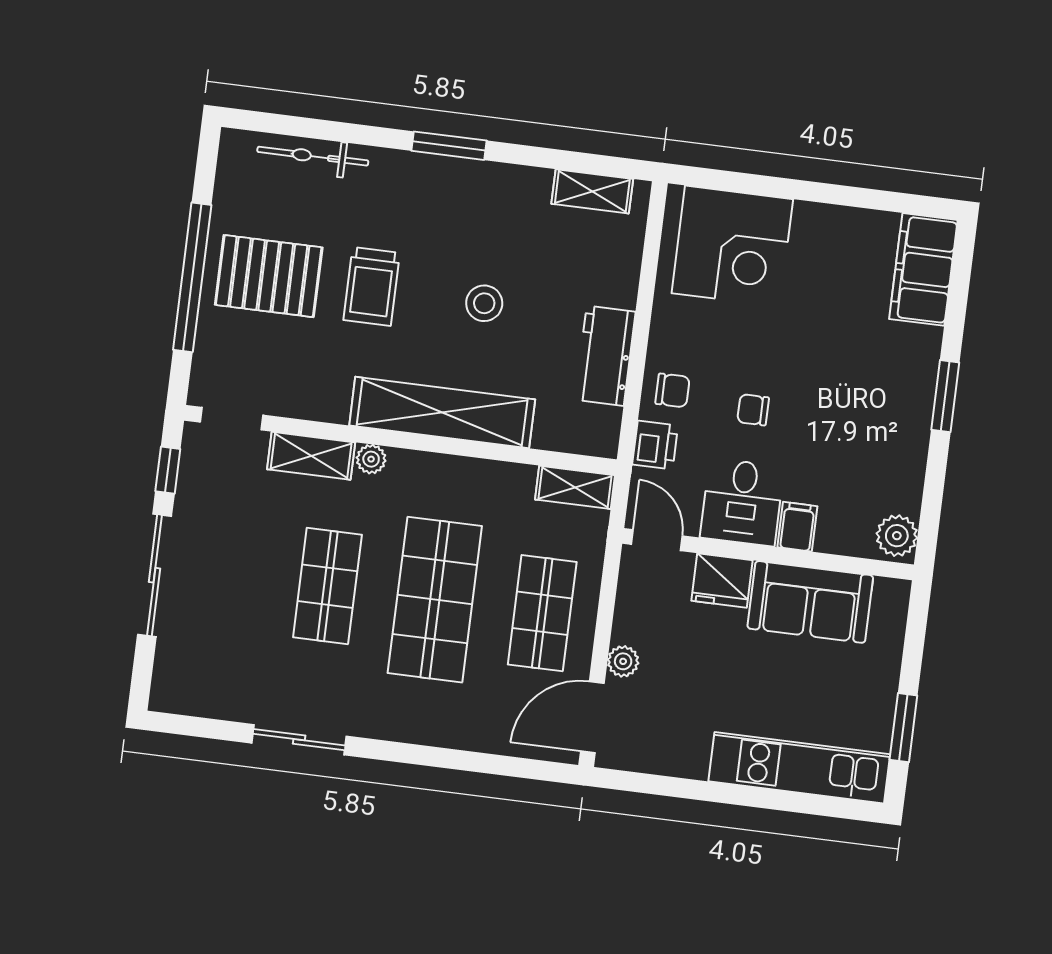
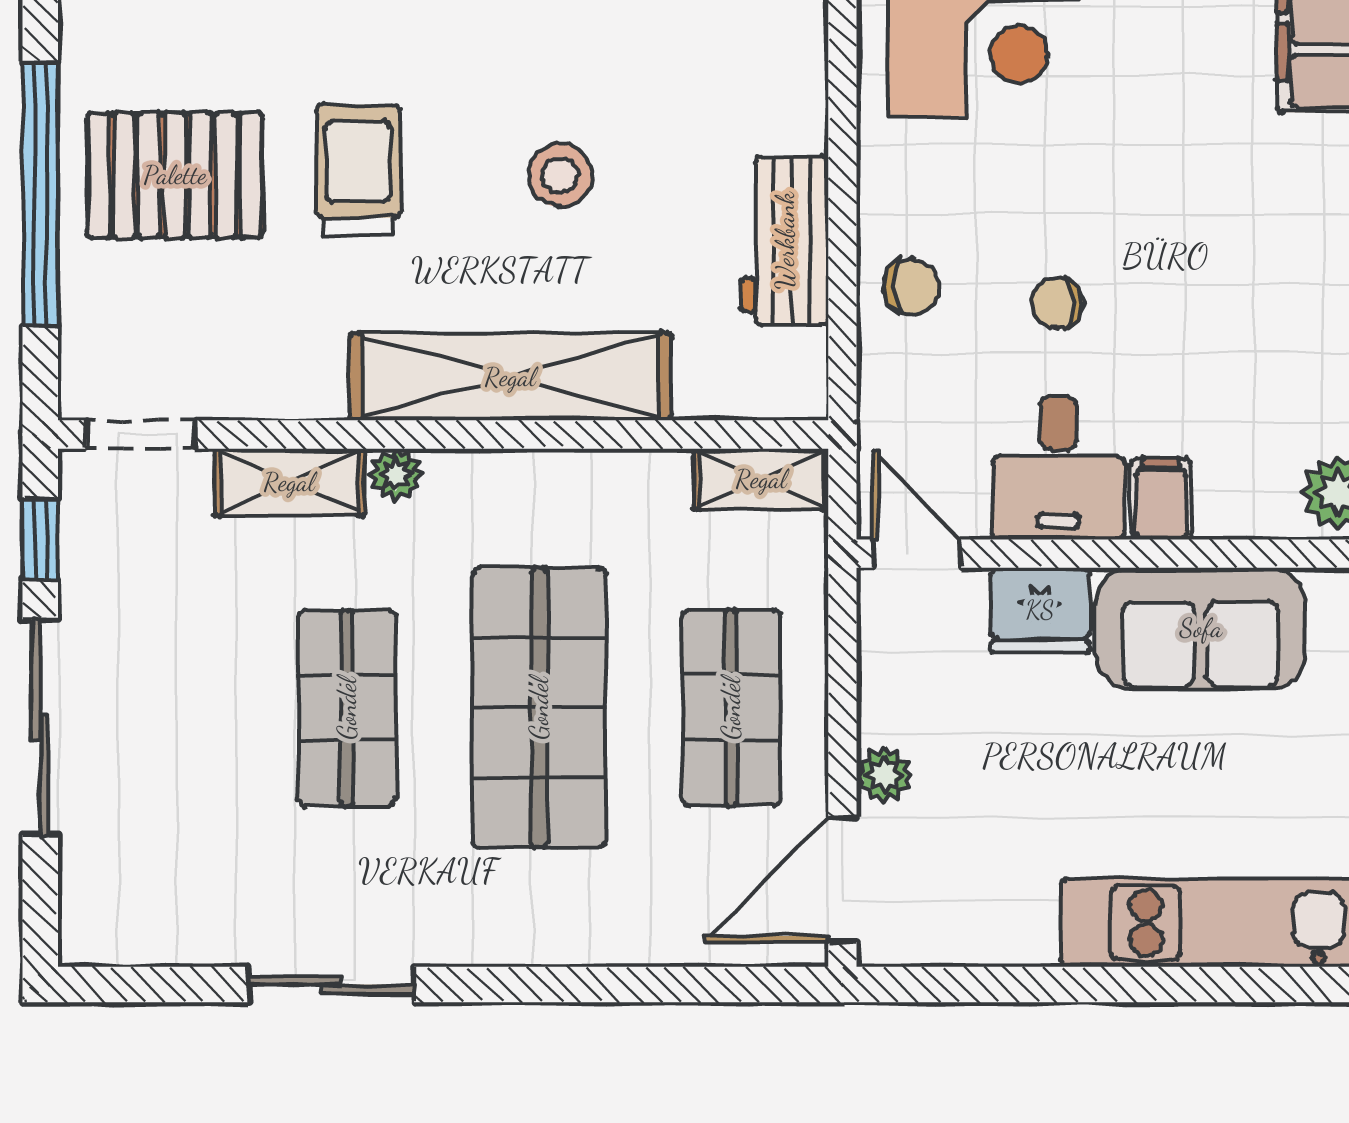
trolley: (372, 286) -> (358, 170), turned 180
printer: (655, 445) -> (892, 387), removed

